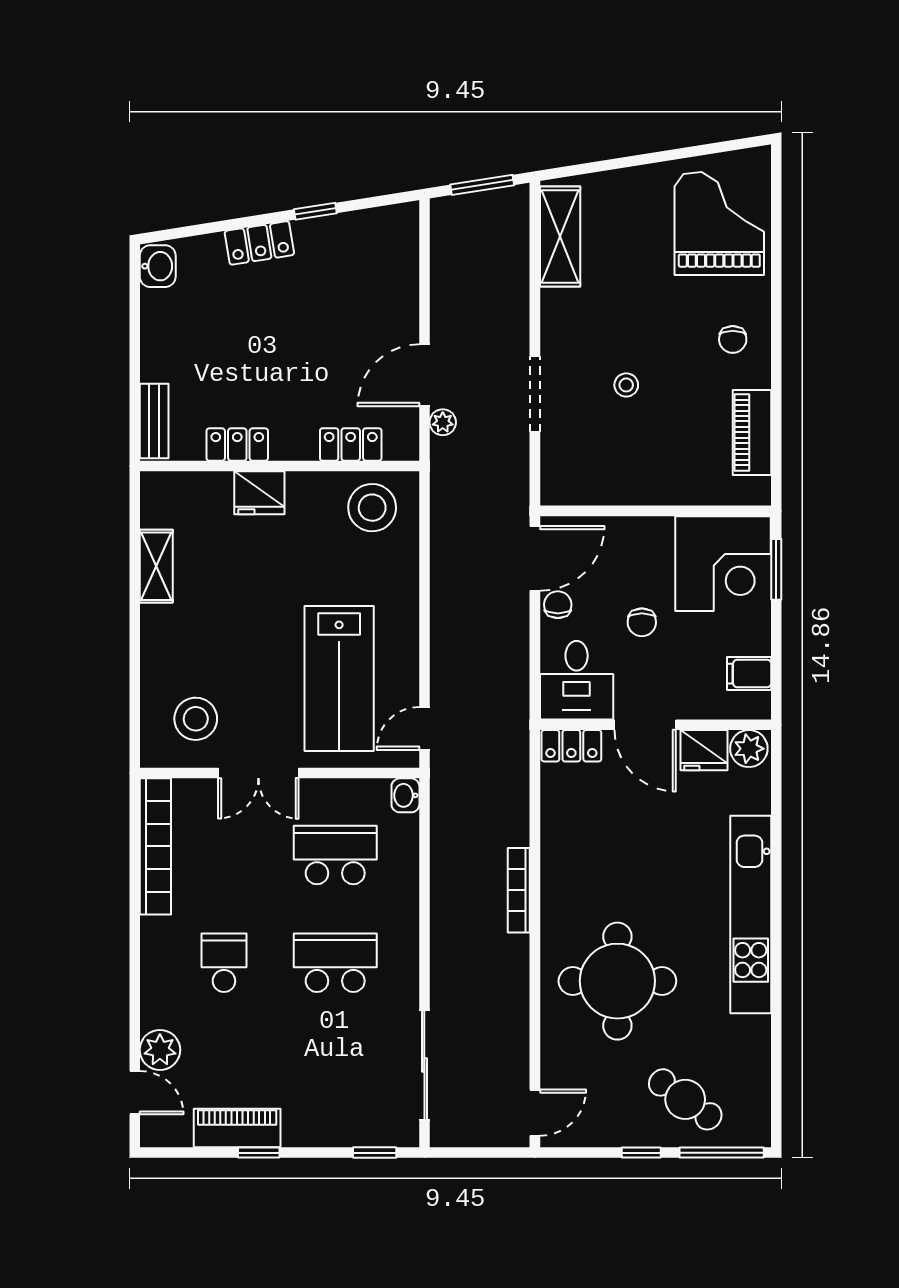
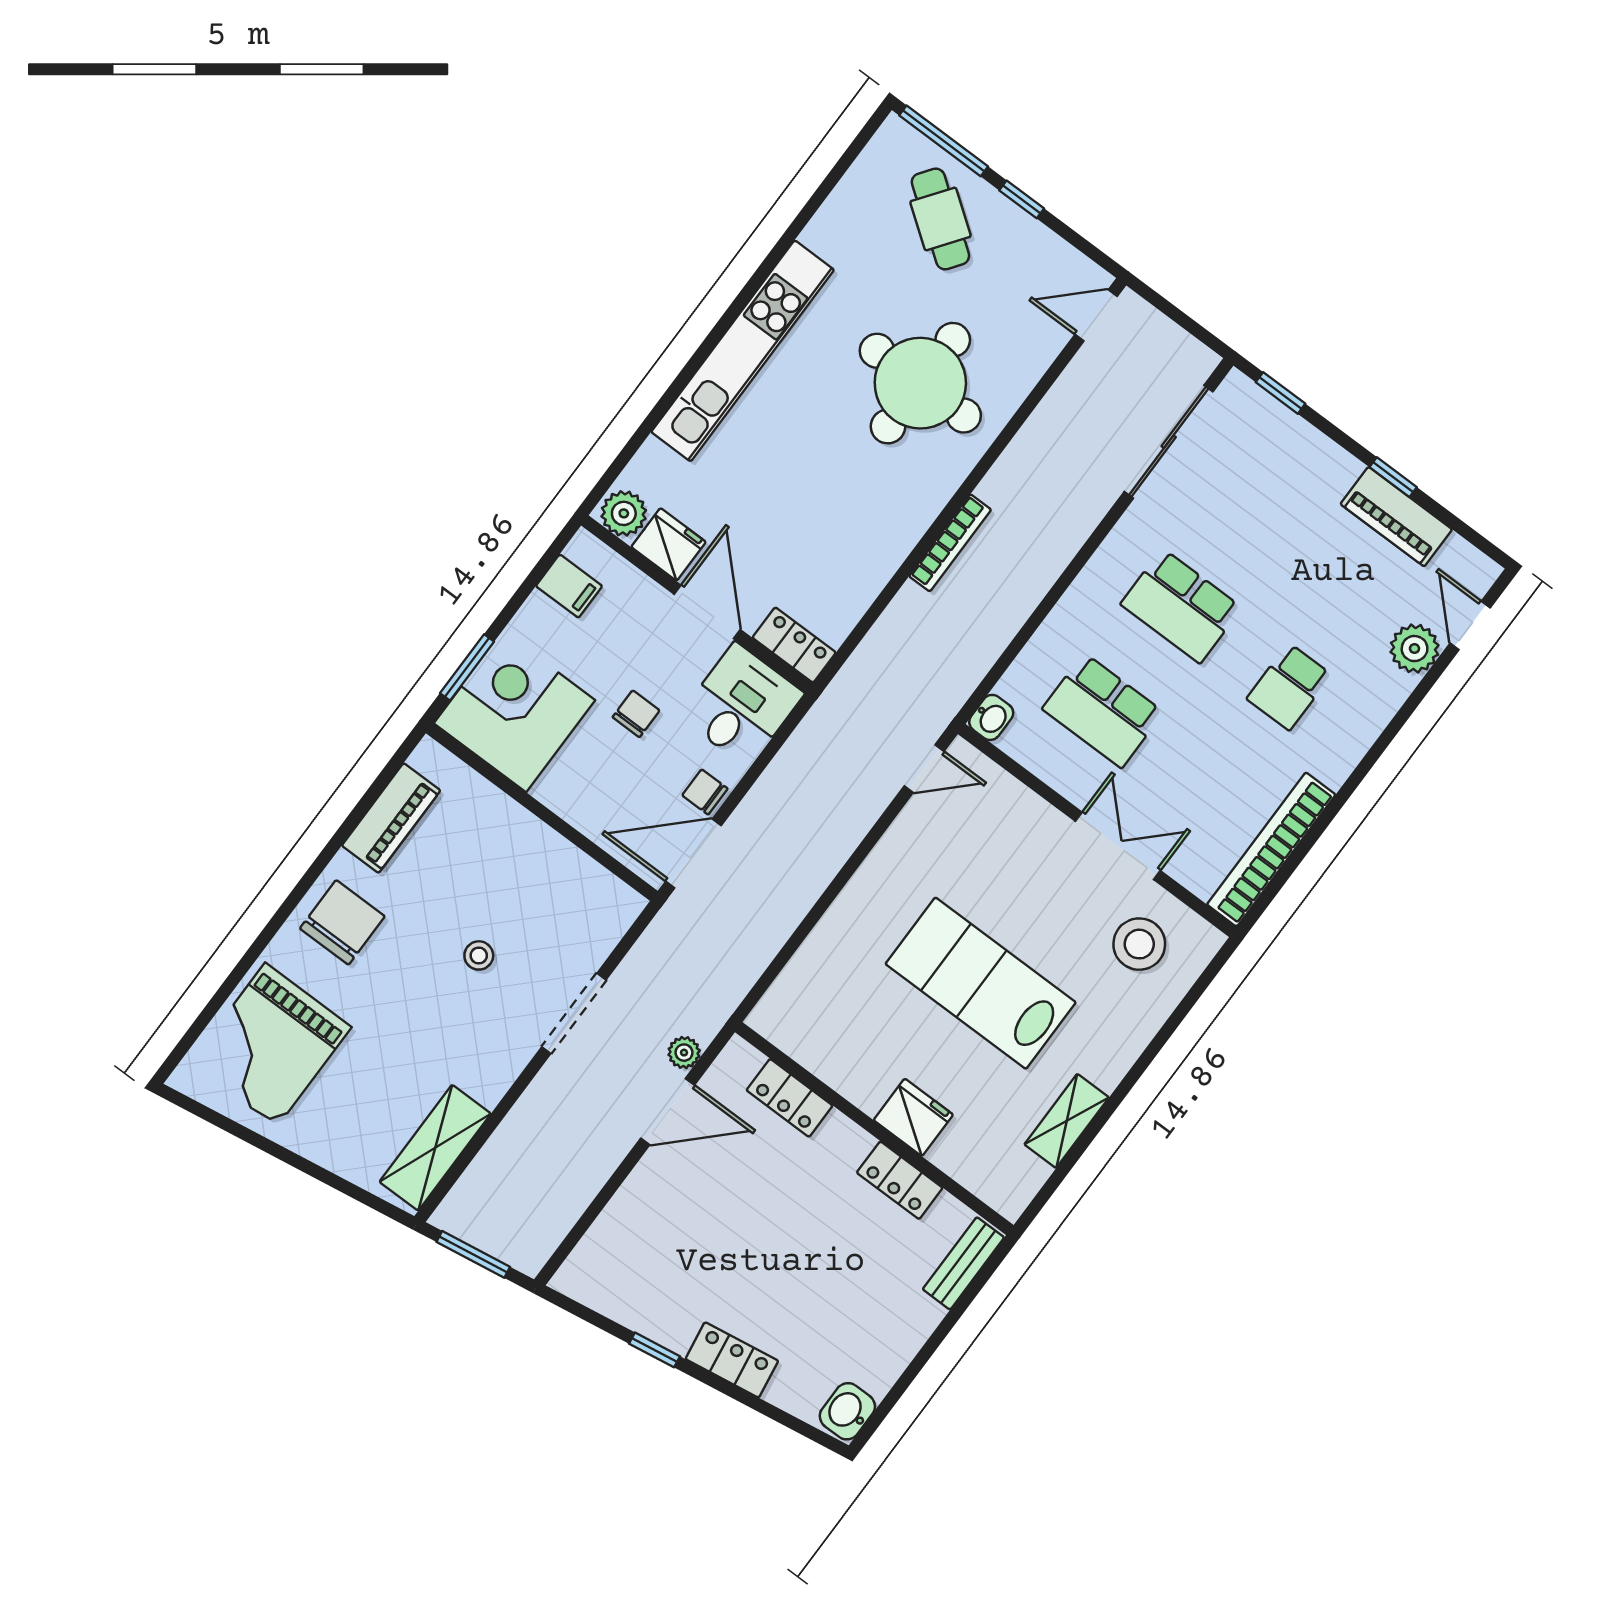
chair: (733, 339) -> (342, 922), width x1.87, depth x1.87
stool: (372, 508) -> (815, 1021), removed
chair: (558, 605) -> (705, 792), turned 90
lab bench: (339, 679) -> (981, 983), moved, turned -90

